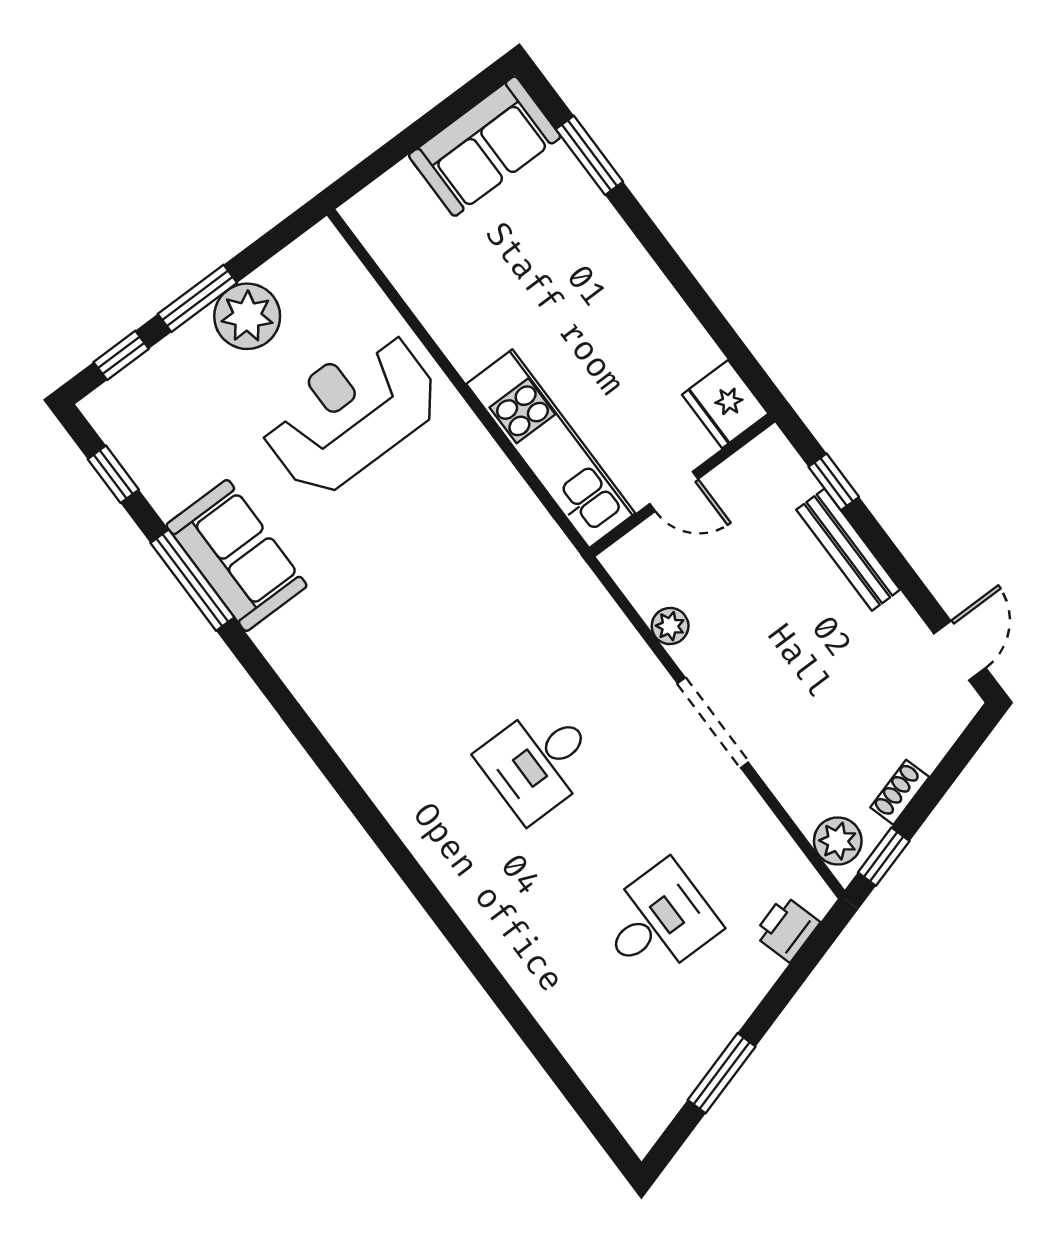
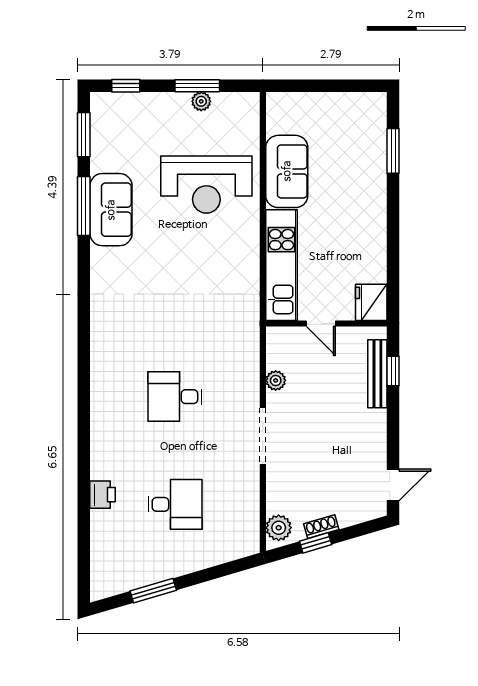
sofa: (485, 146) -> (287, 171), moved, turned -90
window: (197, 298) -> (197, 86), moved
plant: (247, 316) -> (201, 101), width x0.53, depth x0.53
reception desk: (350, 413) -> (206, 185), turned 180
window: (113, 474) -> (84, 135), width x1.50
bench: (848, 550) -> (377, 374), moved
window: (884, 857) -> (316, 543), moved
printer: (787, 929) -> (103, 495), moved, turned 106

